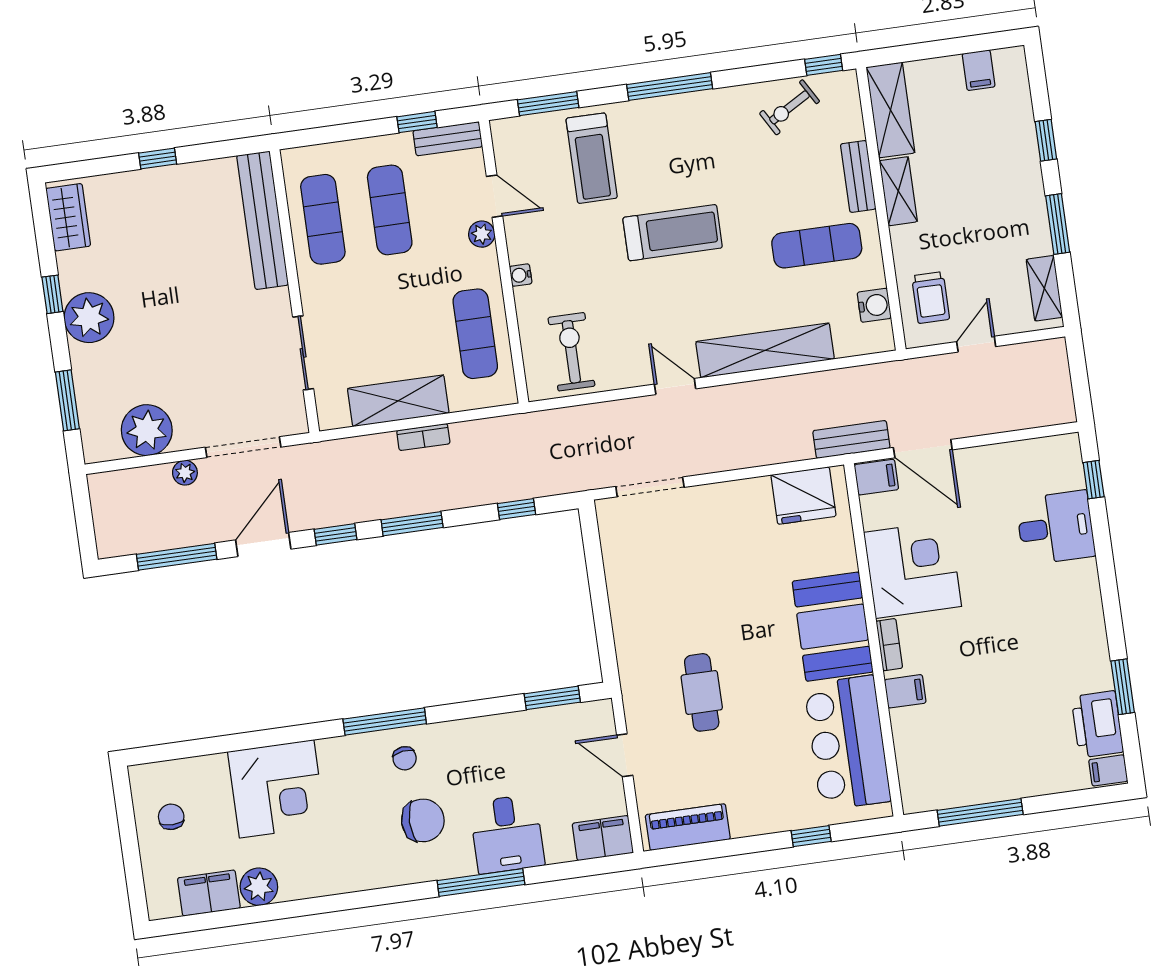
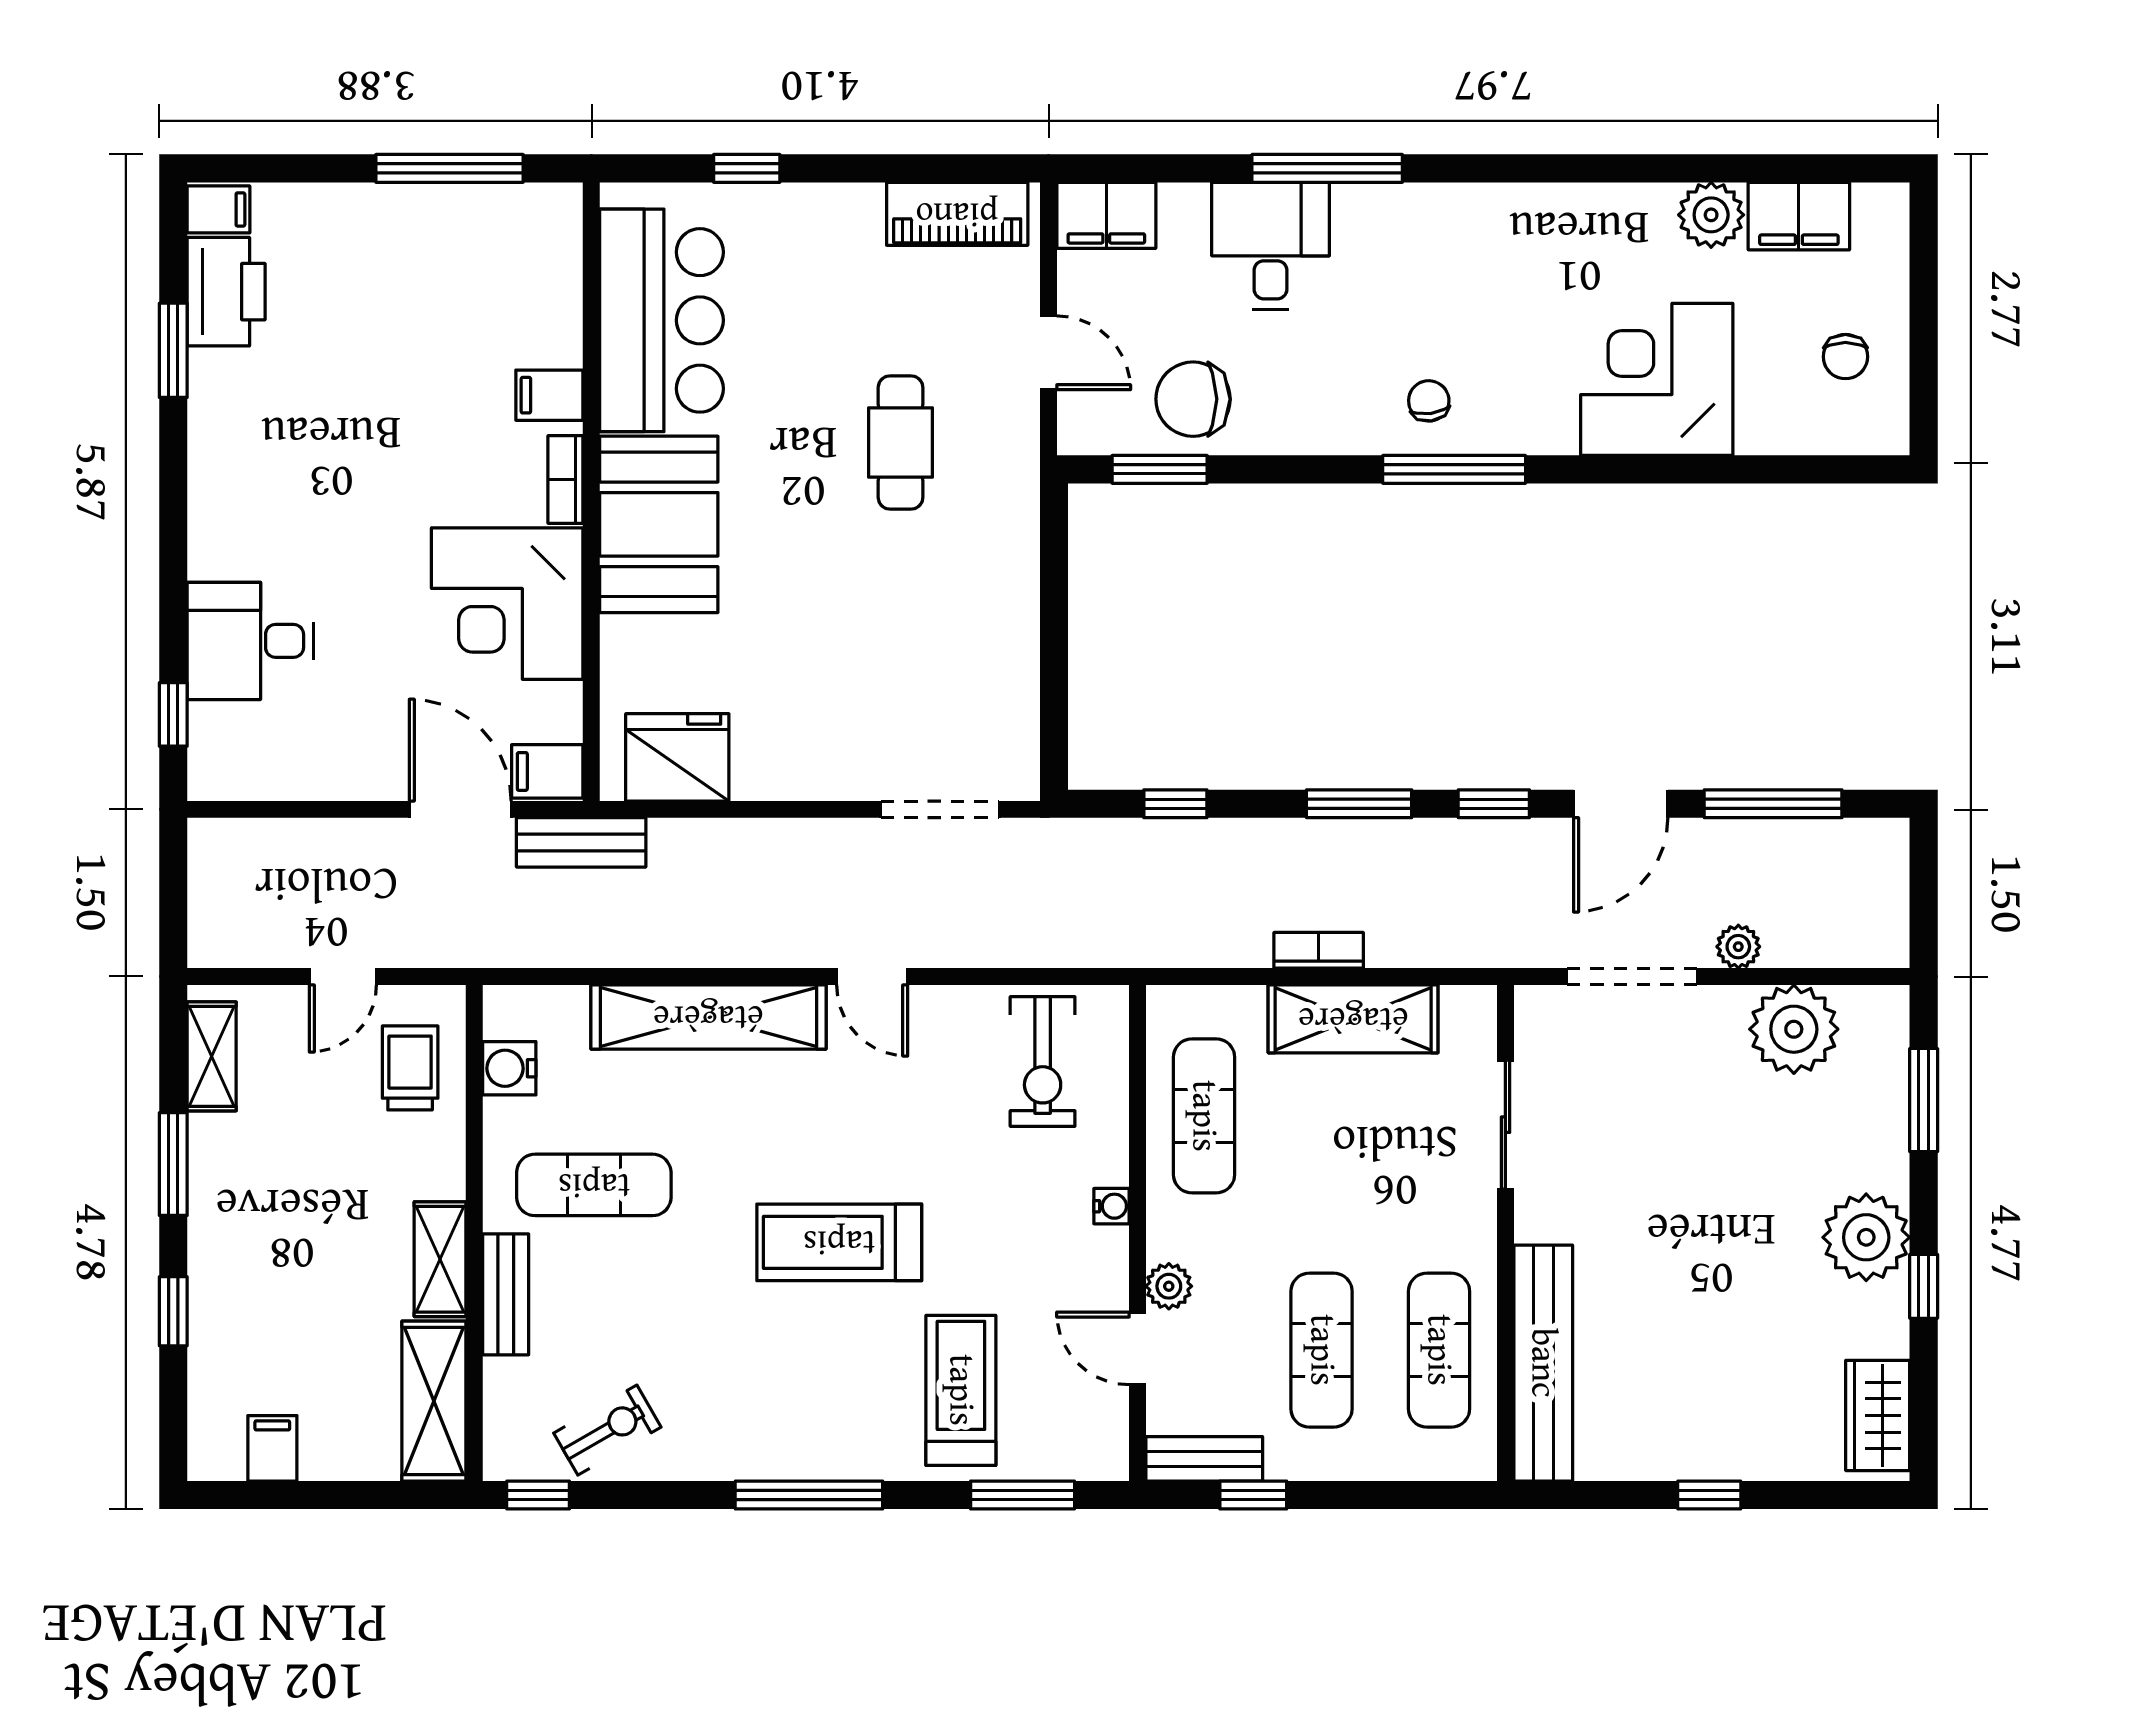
chair: (423, 820) -> (1193, 399), moved

